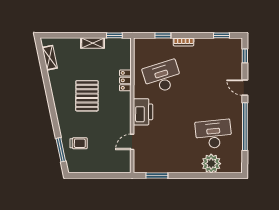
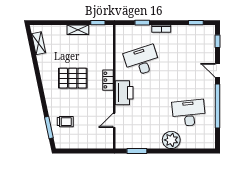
locker: (125, 80) -> (108, 80), moved
pallet: (87, 96) -> (73, 78), turned 90
plant: (211, 164) -> (171, 140), moved

